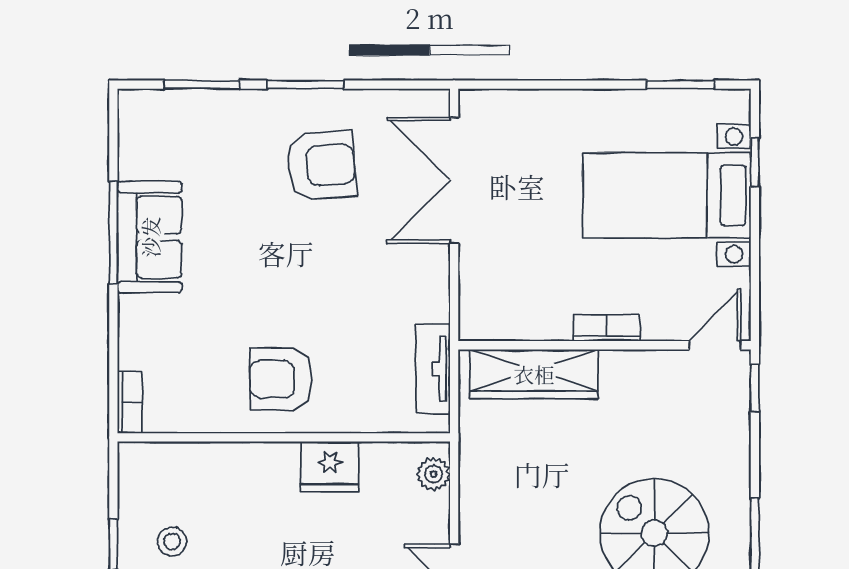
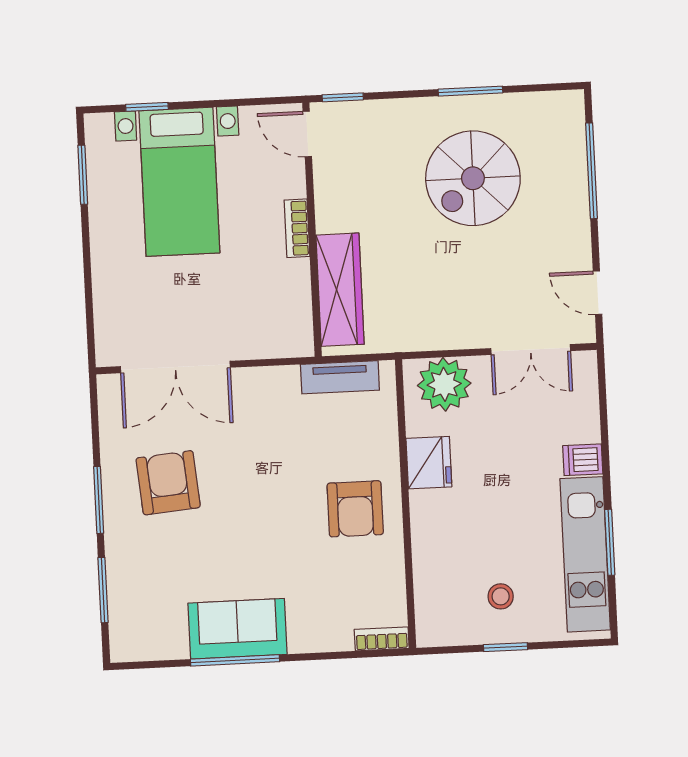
plant: (434, 474) -> (444, 384), width x1.88, depth x1.88

